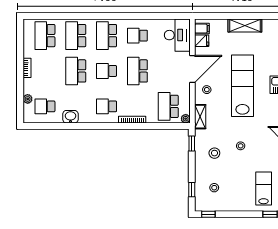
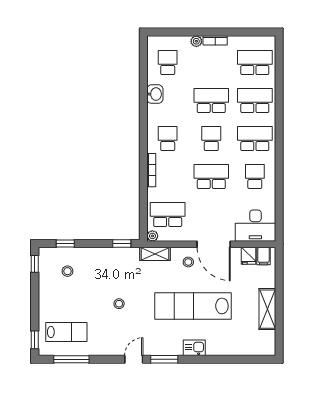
lab bench: (242, 86) -> (193, 306), turned 180
plant: (28, 99) -> (196, 41), moved
stool: (214, 153) -> (110, 271), removed

